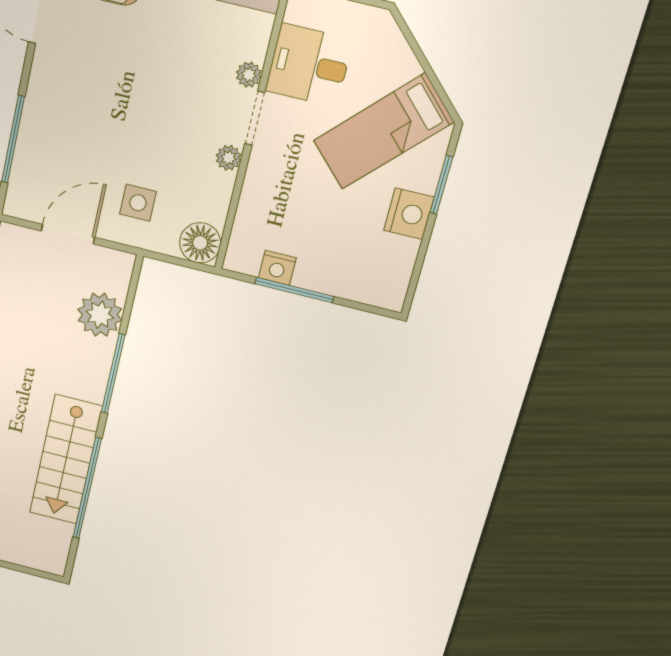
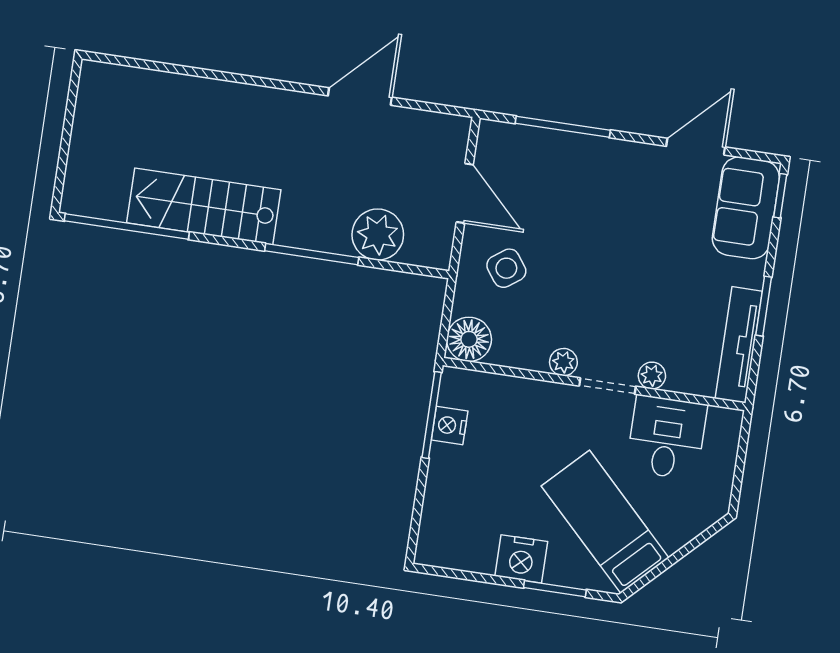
side table: (138, 203) -> (506, 268), turned -36
window: (294, 290) -> (432, 415), moved
window: (87, 488) -> (127, 227), moved

